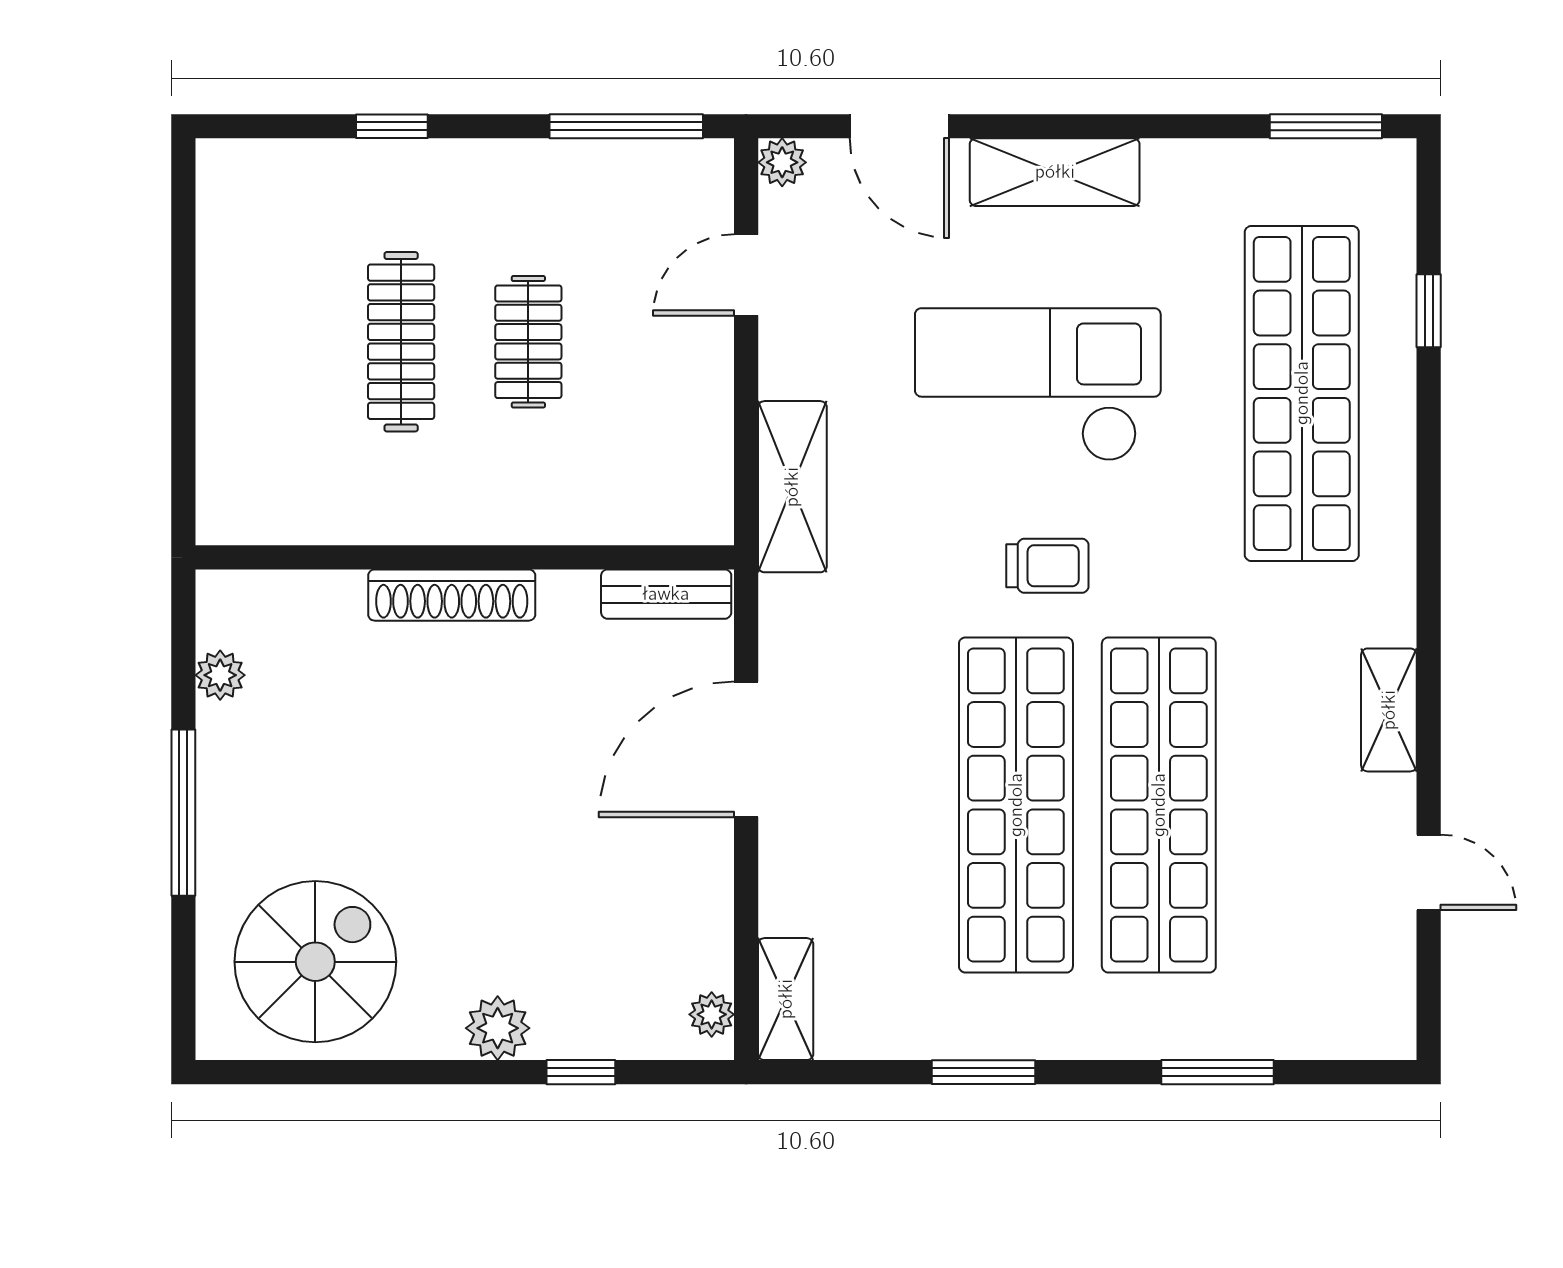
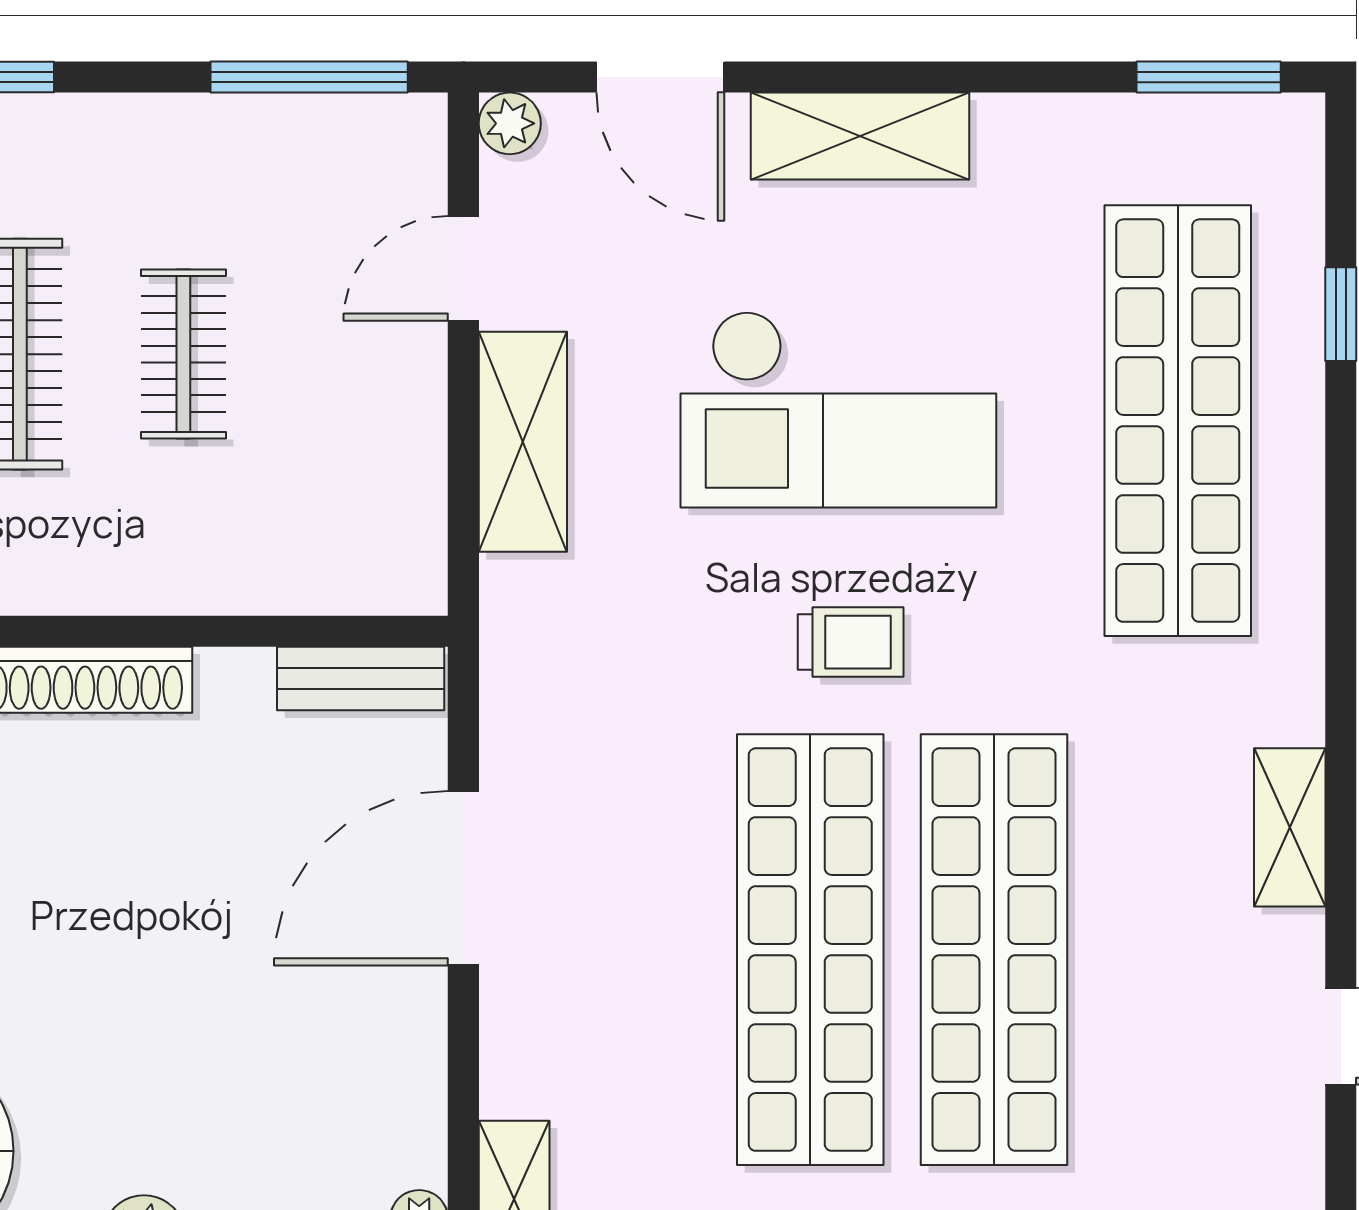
checkout: (1038, 385) -> (838, 409), turned 180
shelving: (792, 487) -> (523, 442), moved

